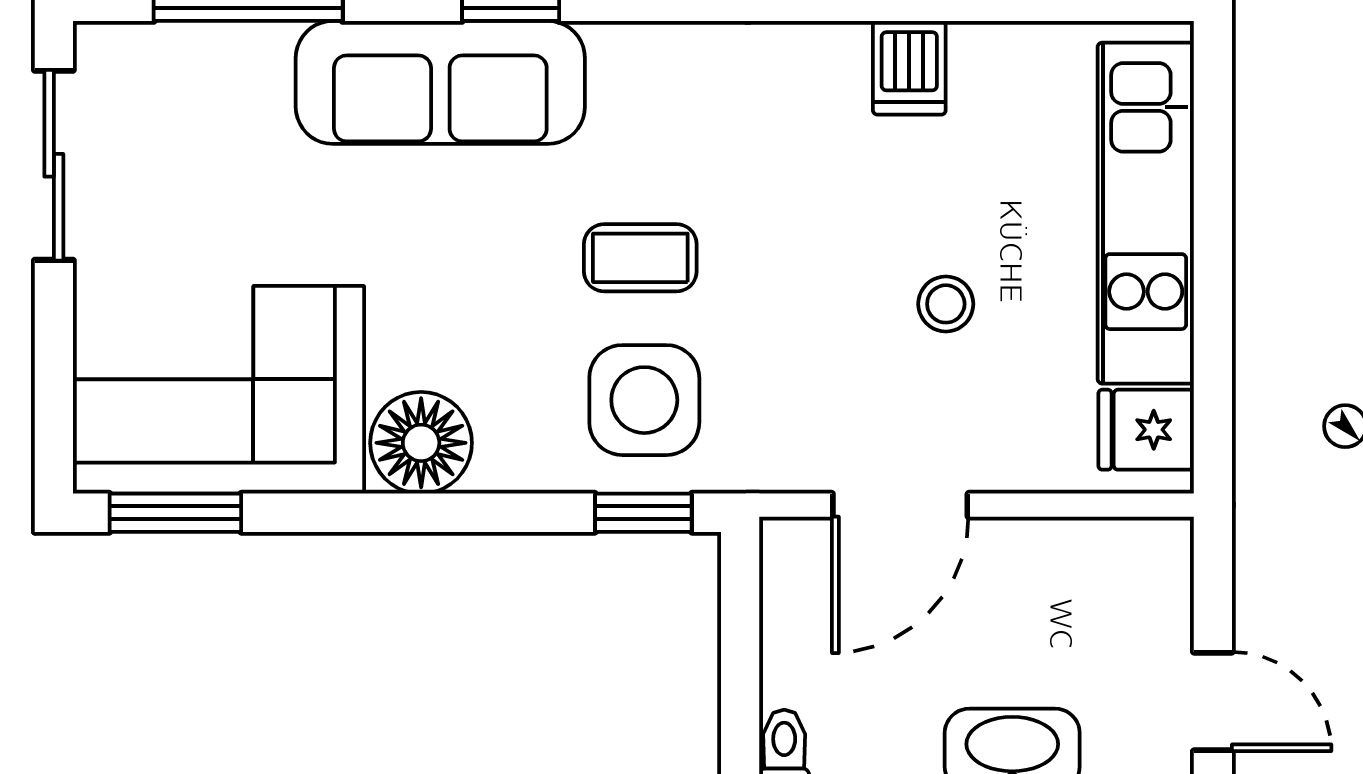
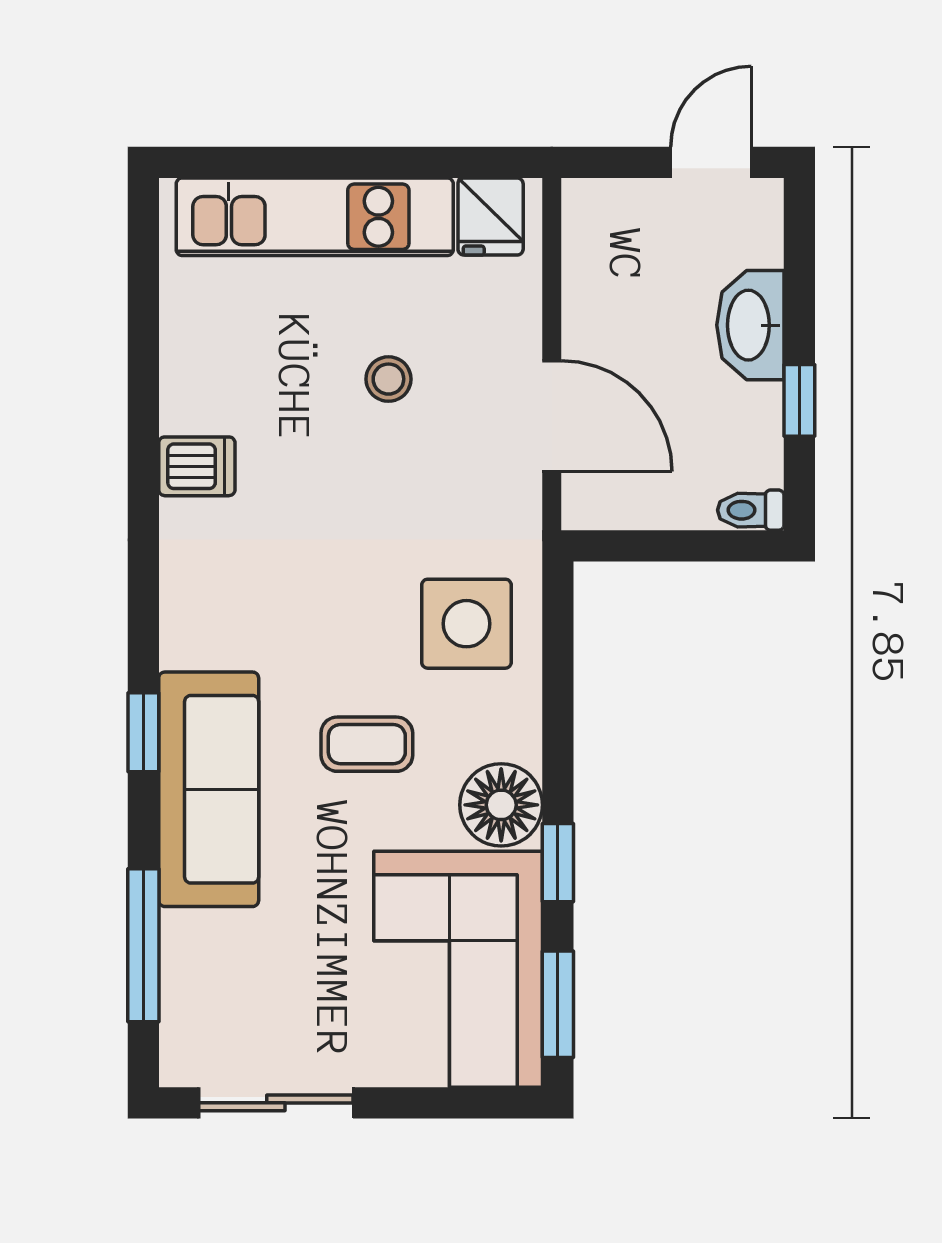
dishwasher: (909, 68) -> (197, 466), moved
coffee table: (640, 258) -> (367, 744), moved, turned 90
window: (643, 513) -> (558, 863), moved

